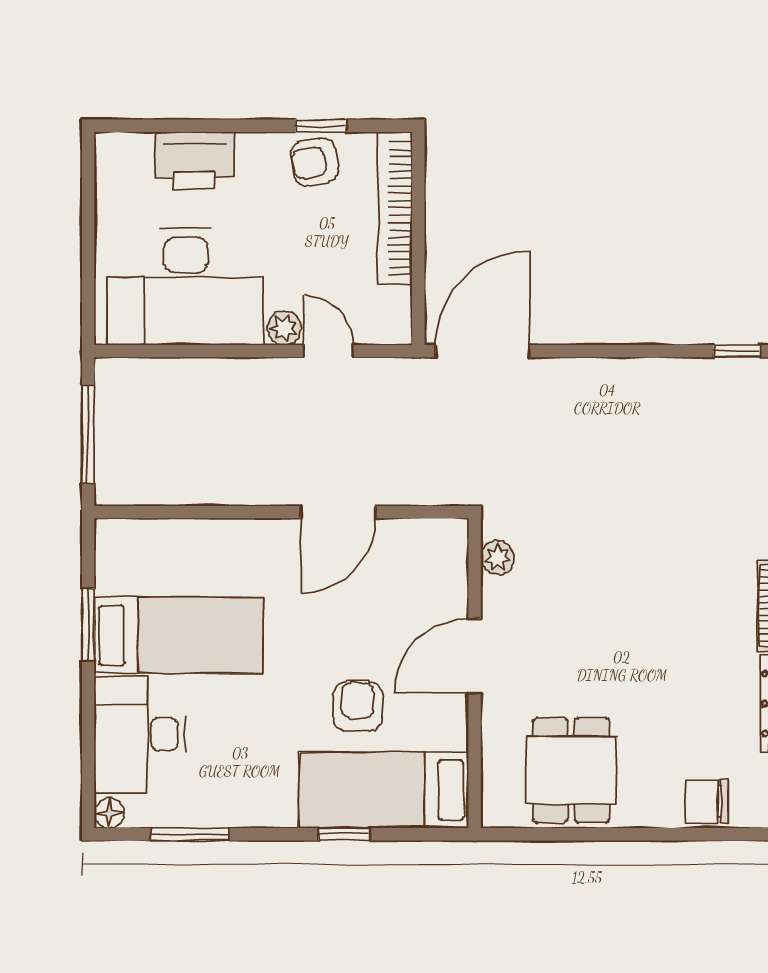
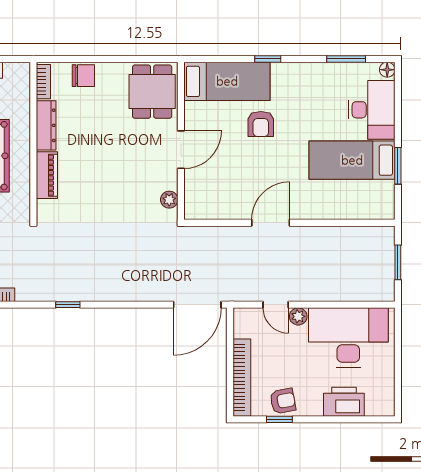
window: (88, 434) -> (398, 262), width x0.69
plant: (497, 558) -> (169, 200), moved
door: (475, 656) -> (181, 150), moved
wall: (475, 673) -> (181, 141), moved
bed: (384, 790) -> (227, 81), moved

